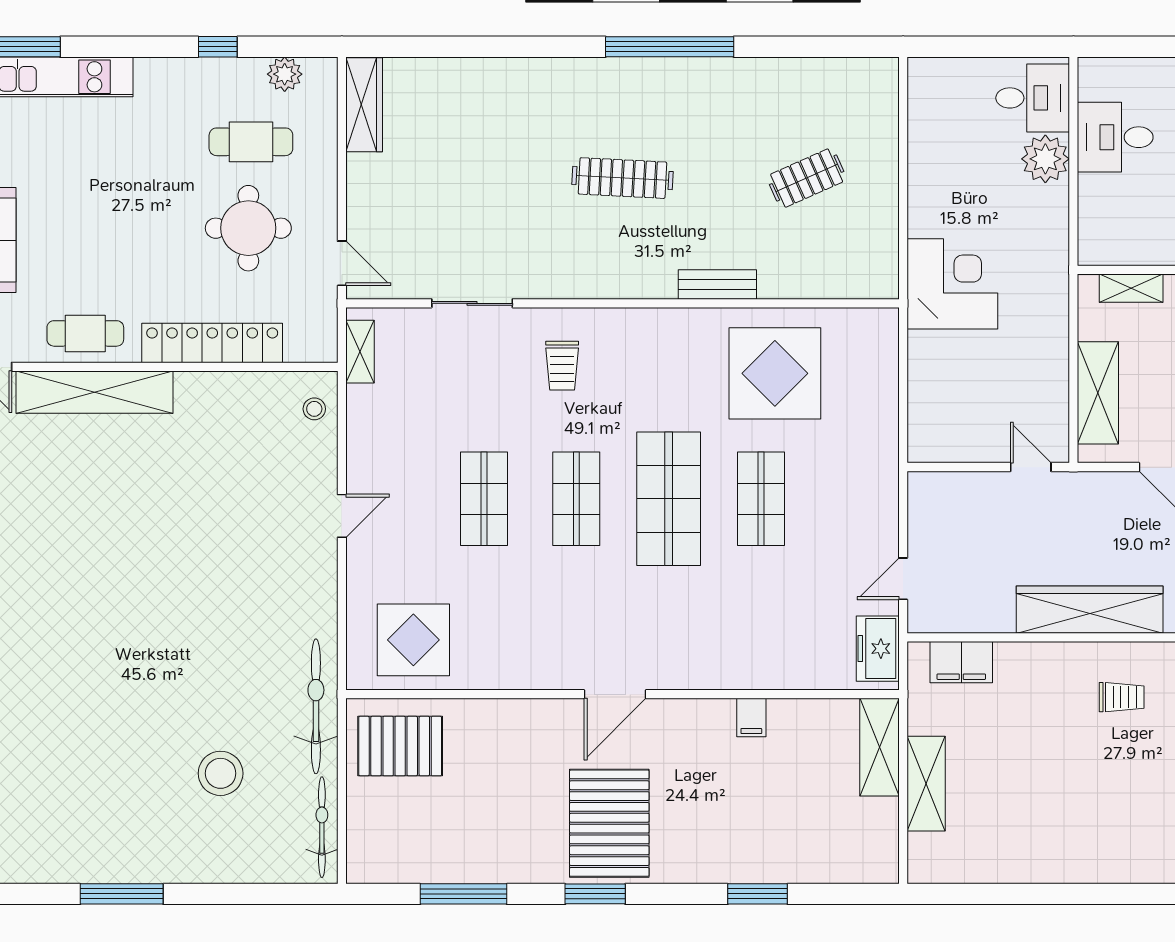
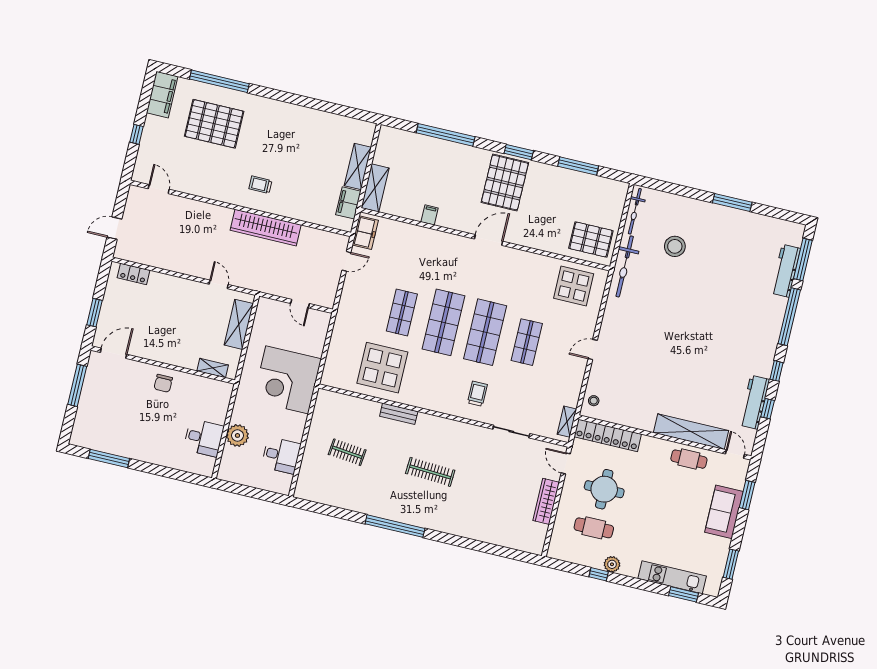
plant: (285, 74) -> (612, 564), moved
desk: (1033, 98) -> (281, 455), moved, turned 180
wardrobe: (364, 105) -> (546, 501), moved
clothes rail: (807, 178) -> (347, 452), turned 30
corner desk: (952, 284) -> (287, 380), width x1.36, depth x1.36
locker: (212, 343) -> (608, 435), moved
door: (1031, 467) -> (300, 304), moved
shop shelf: (576, 499) -> (485, 332), width x1.43, depth x1.36
filing cabinet: (961, 662) -> (348, 203), moved, turned -90
window: (758, 894) -> (446, 135), width x2.11

